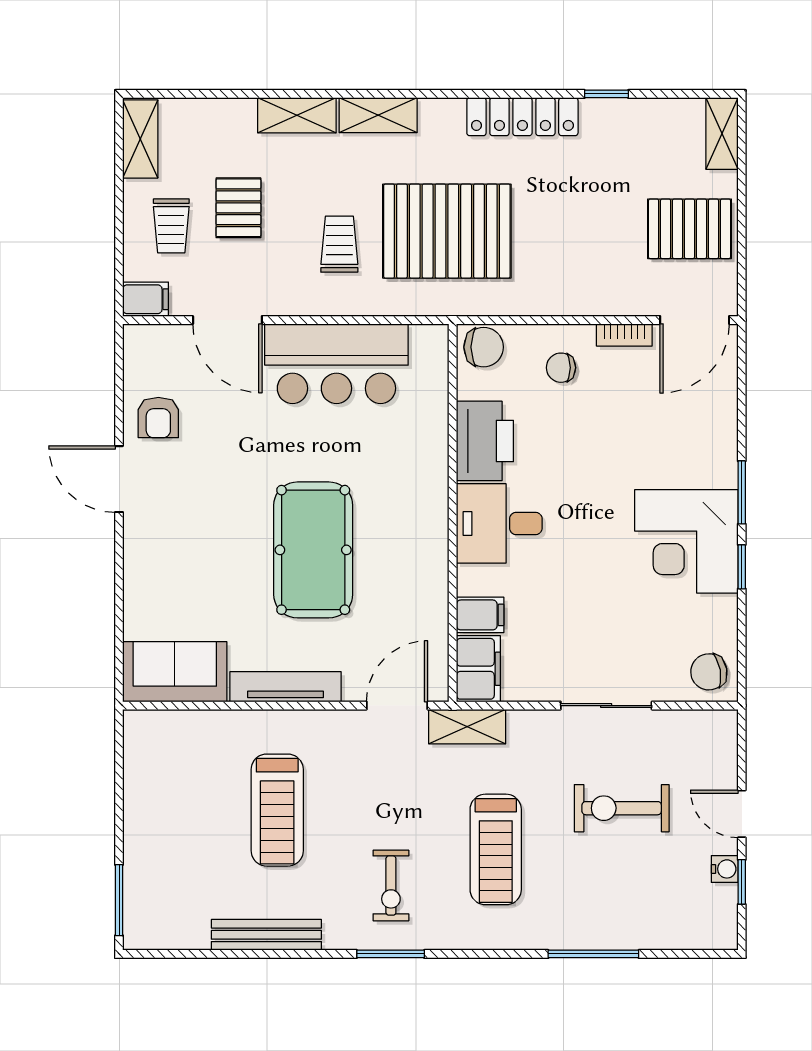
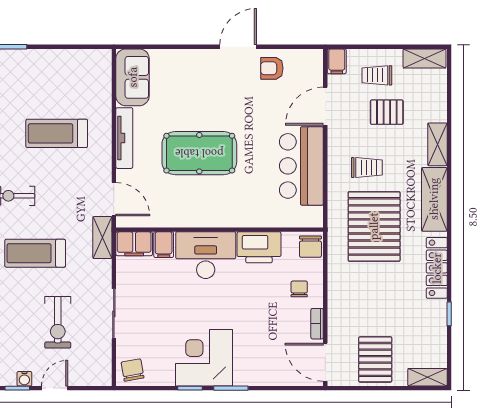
shelving: (378, 115) -> (434, 199), width x1.50, depth x1.33
desk: (499, 523) -> (206, 255), width x1.37
exercise bike: (622, 808) -> (58, 322), turned 180

